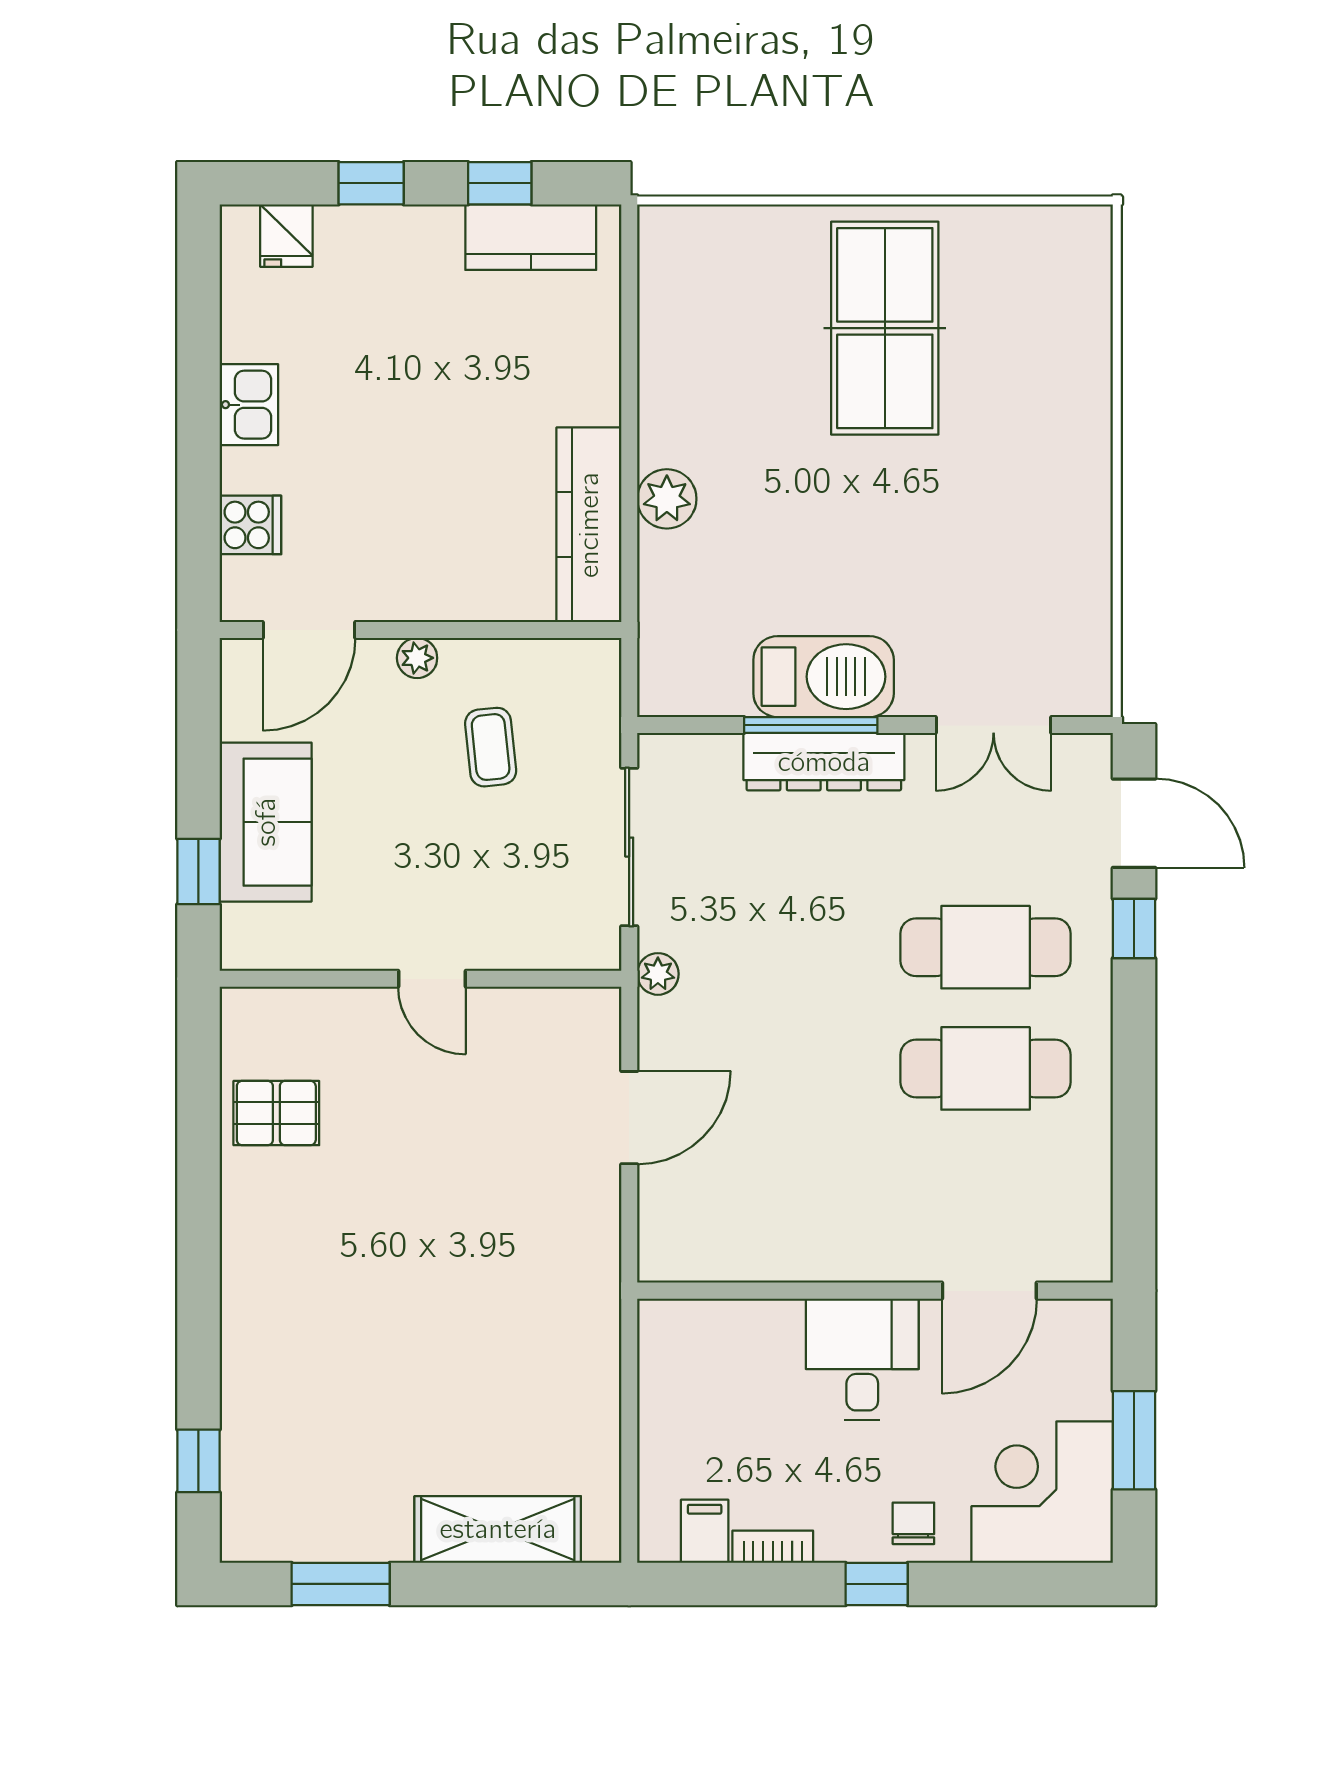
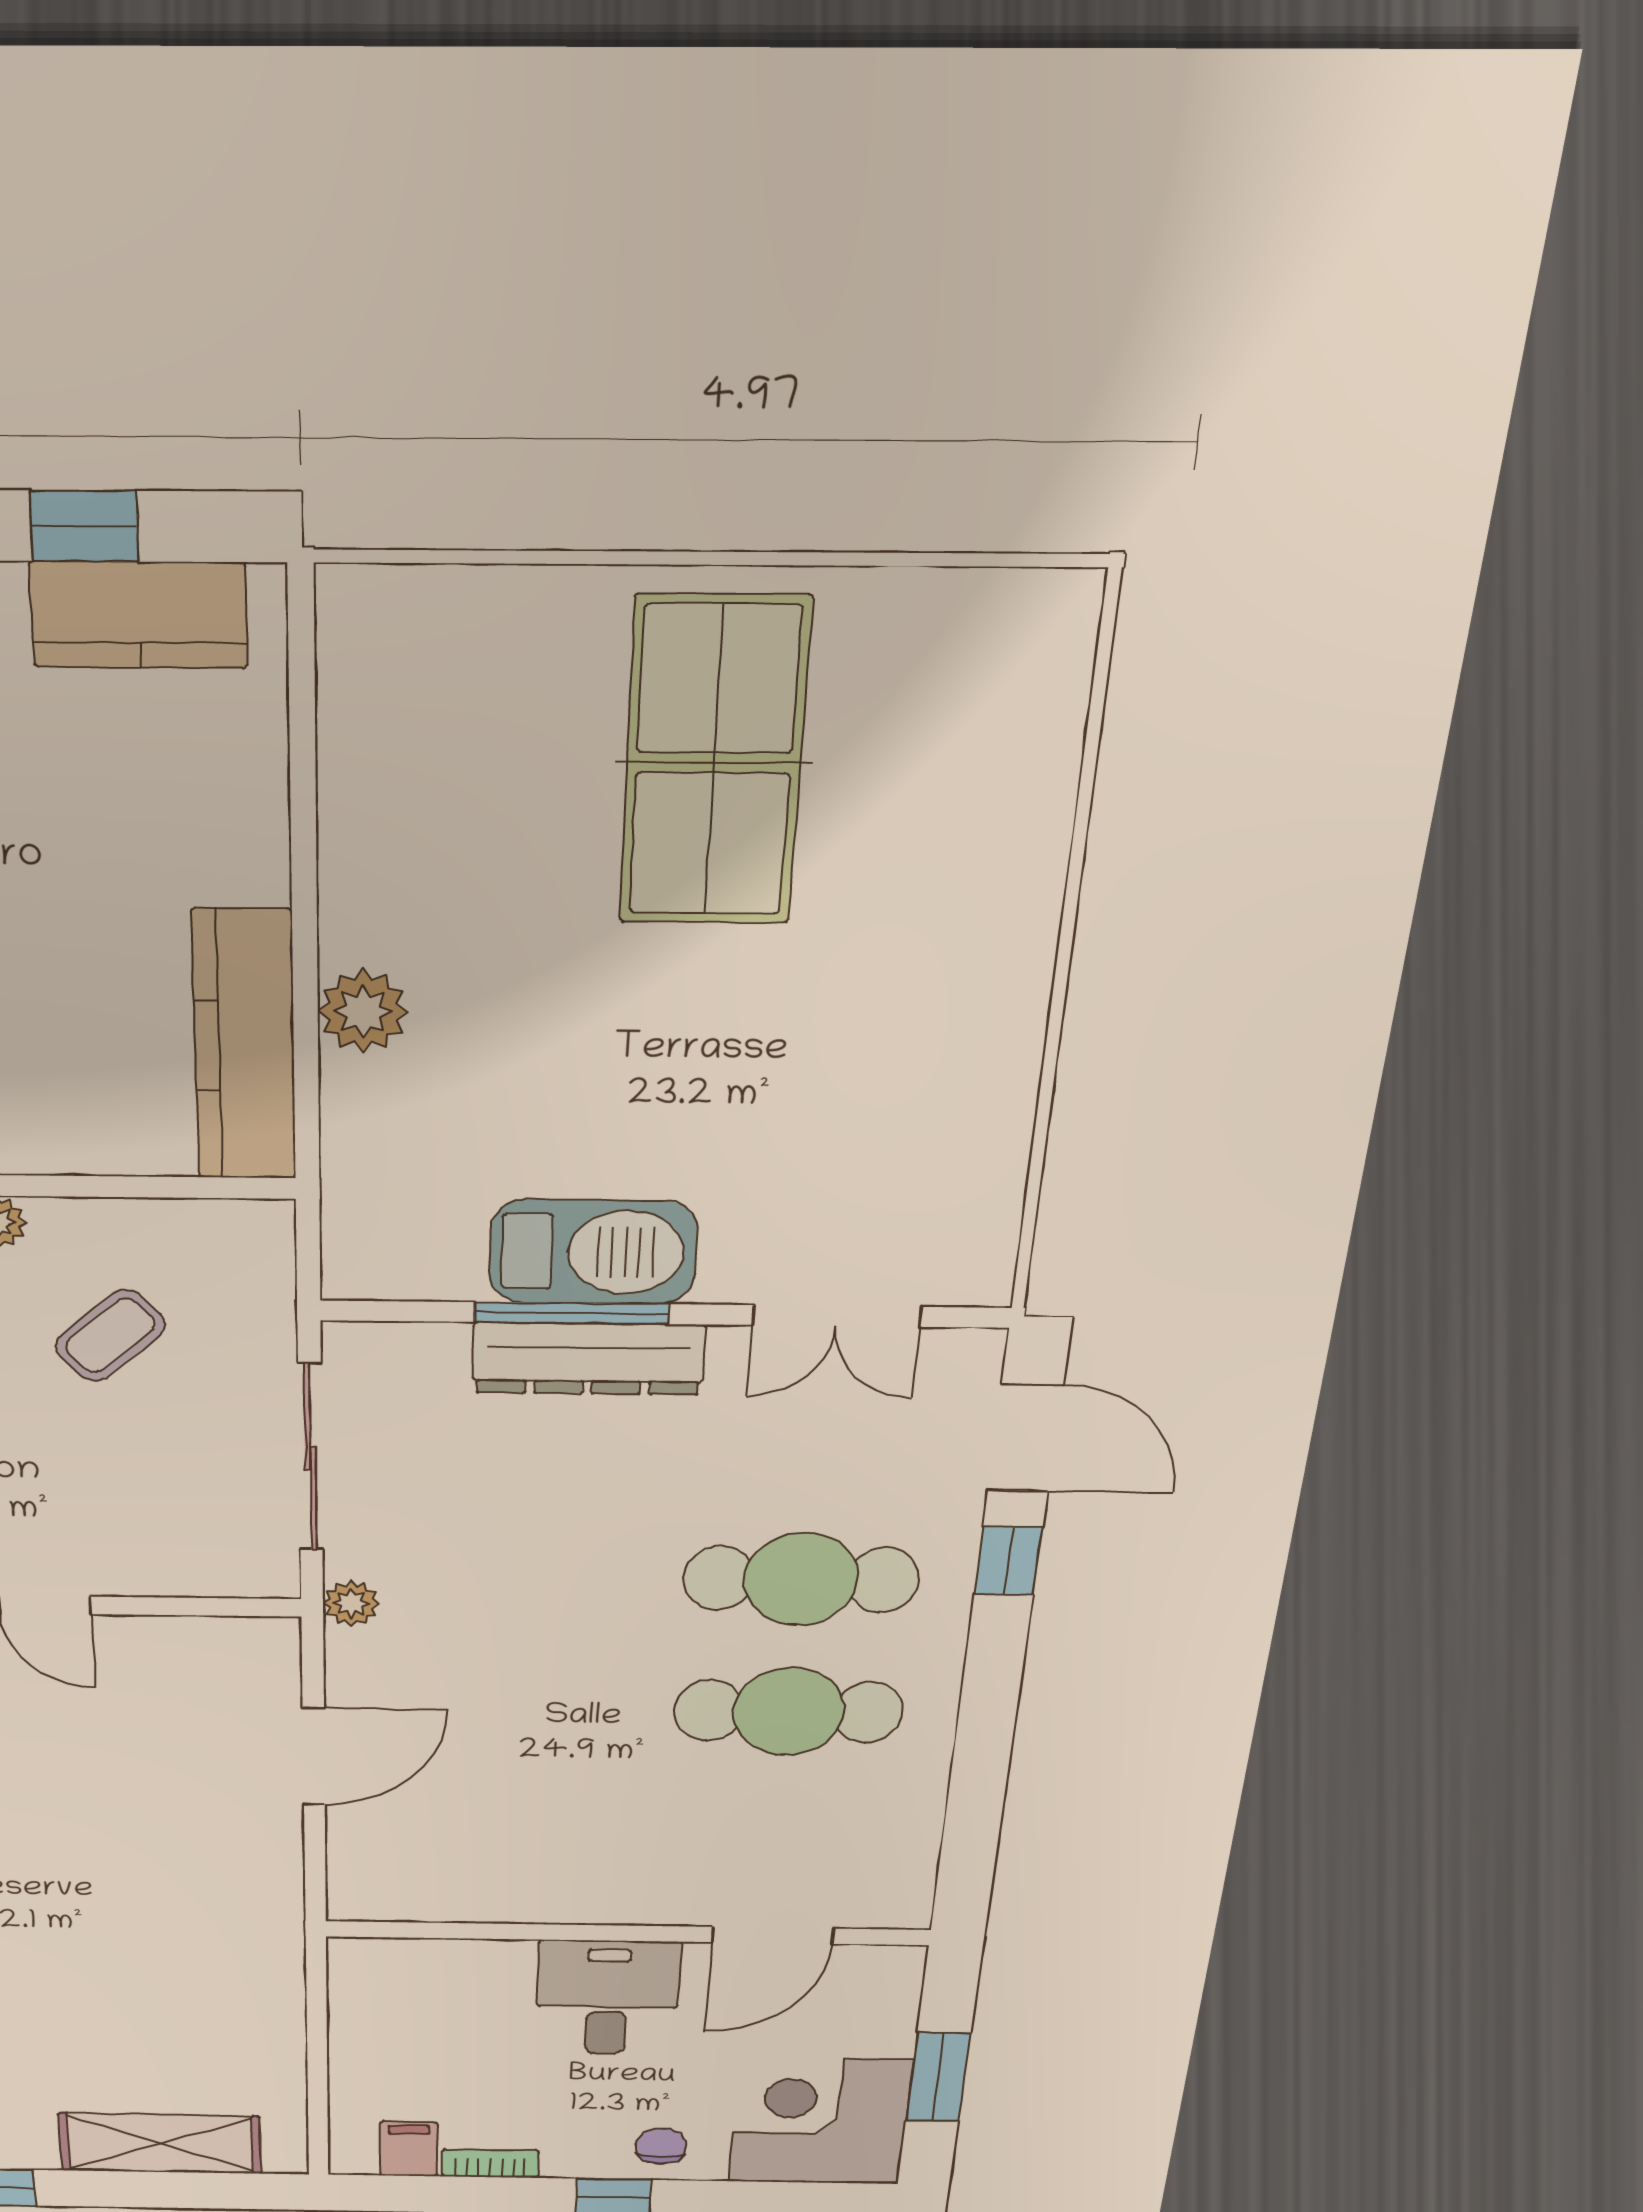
coffee table: (491, 747) -> (110, 1335), turned 54

